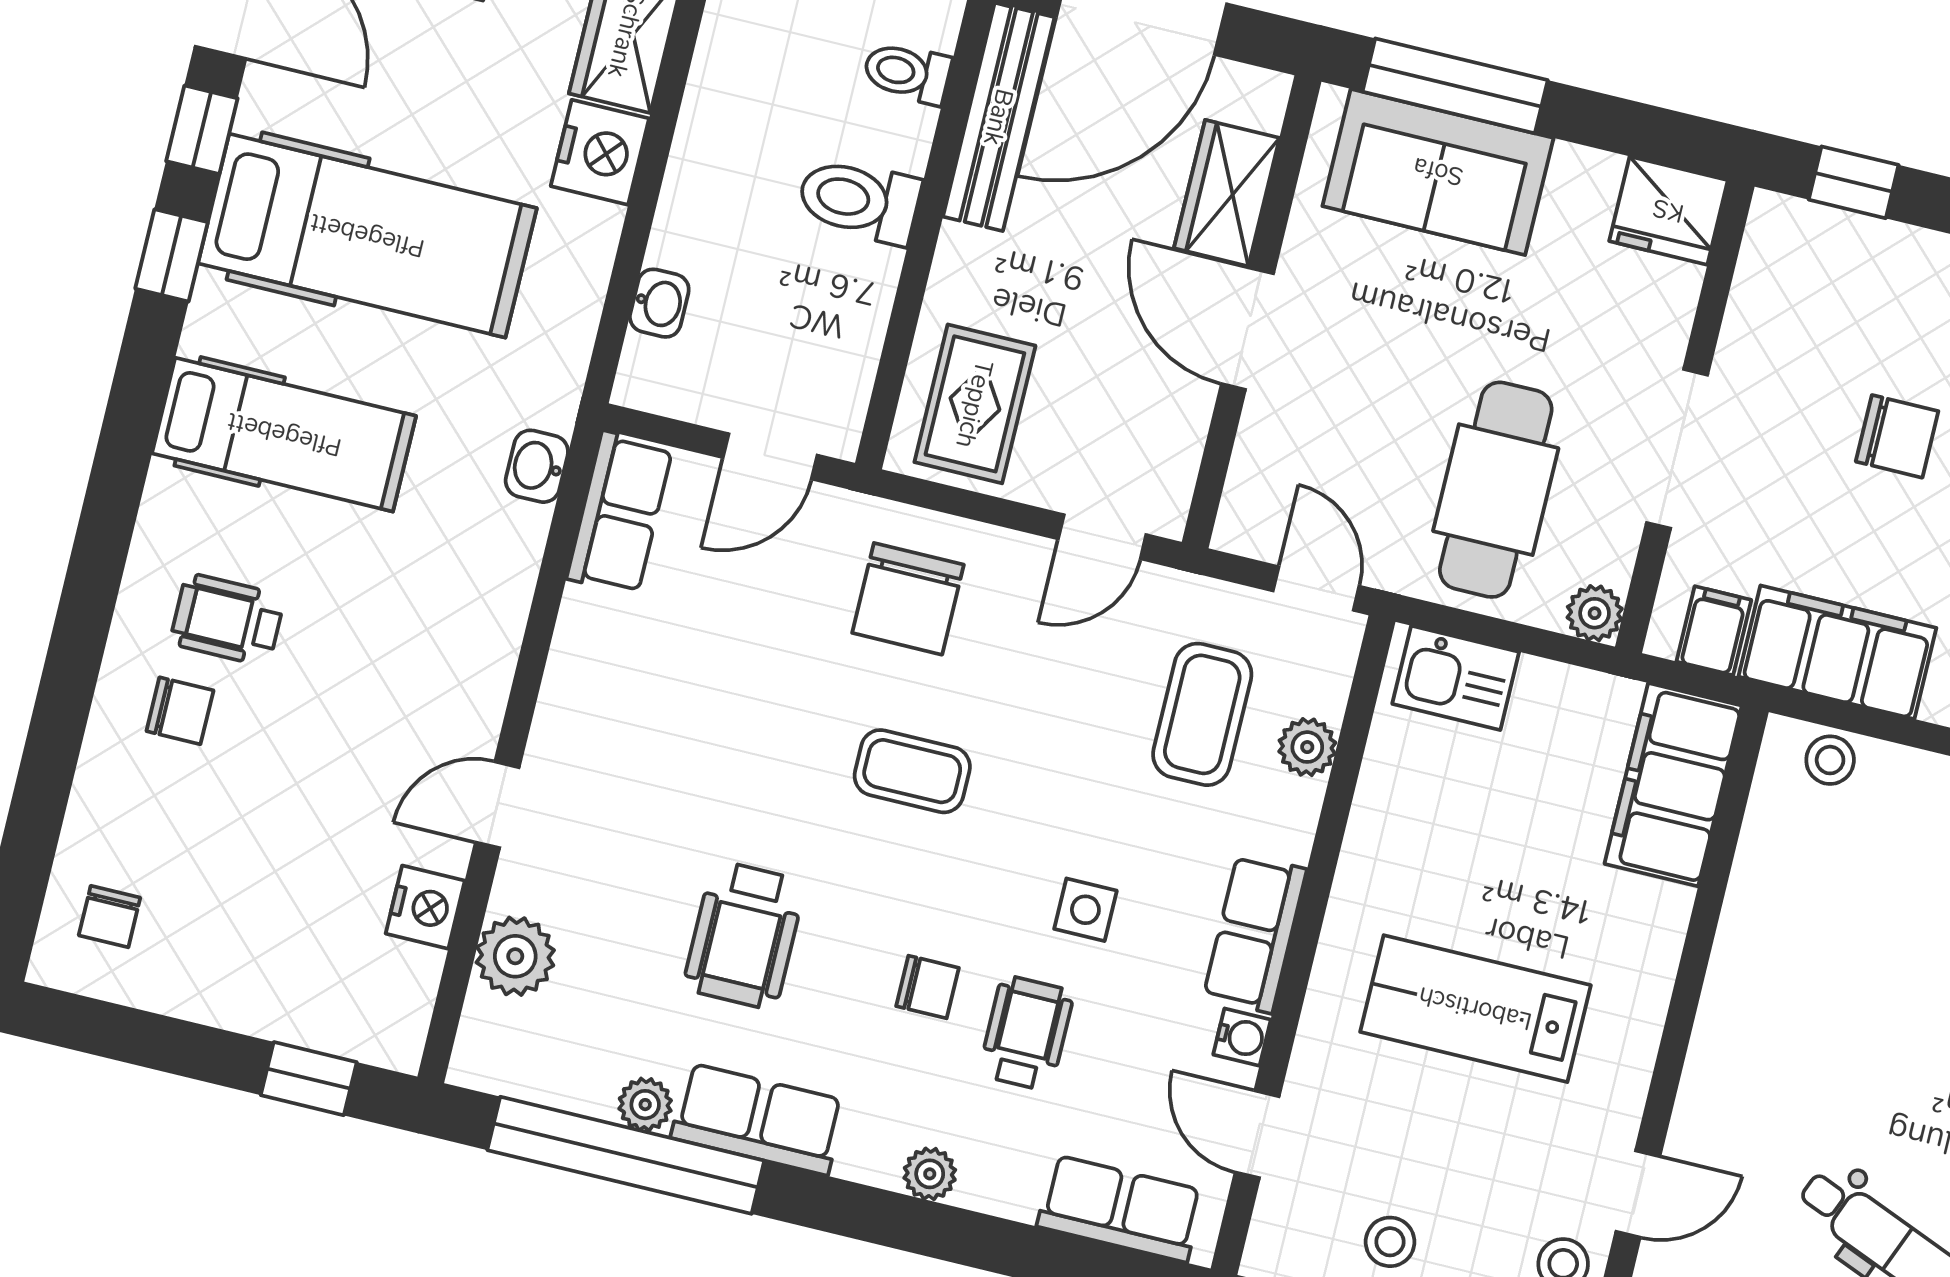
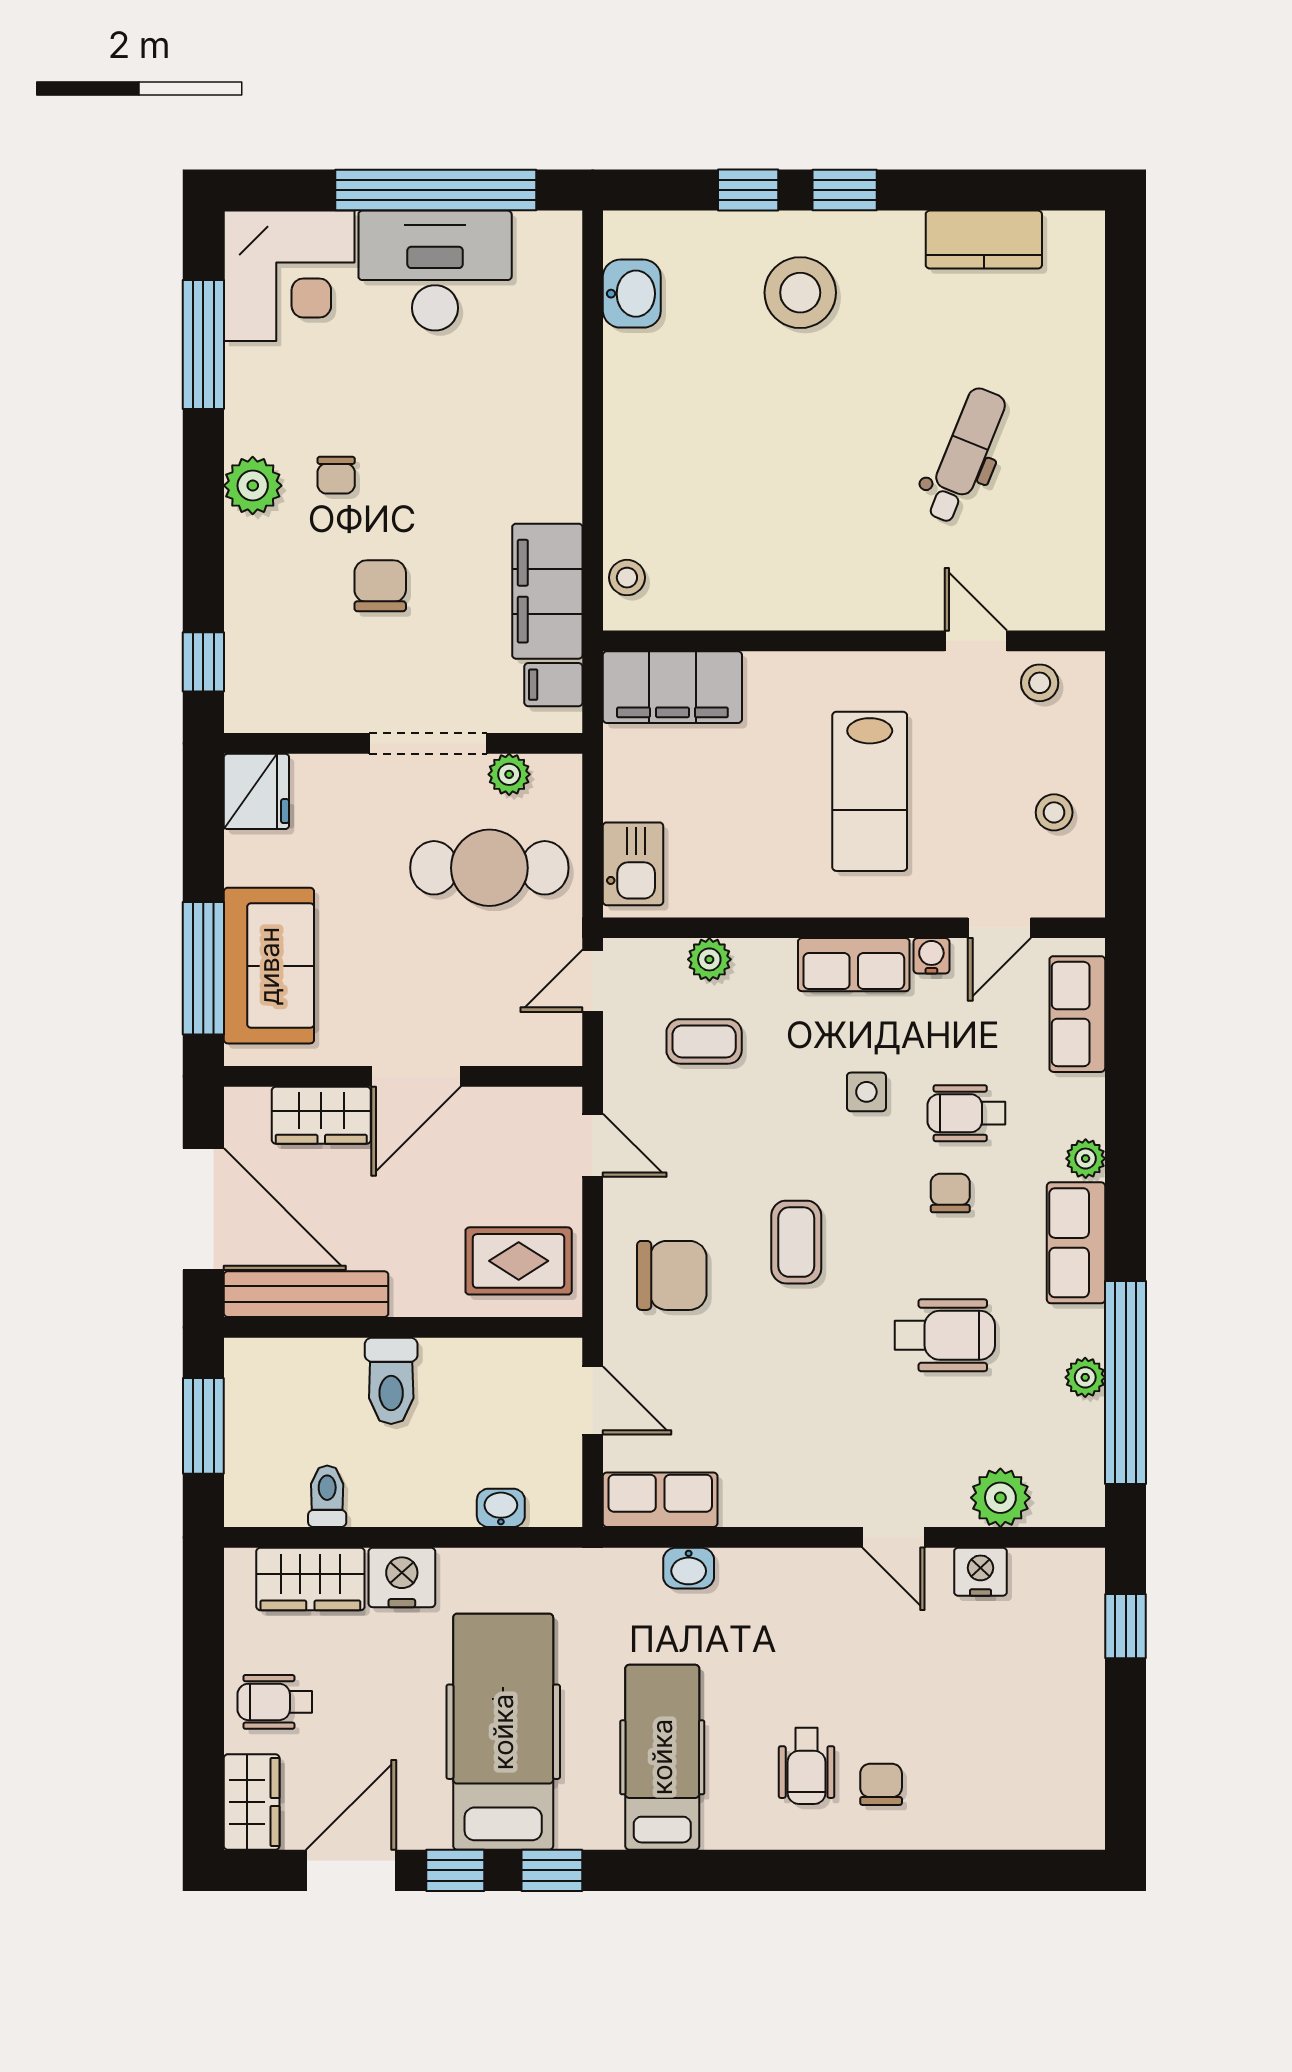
toilet: (907, 73) -> (327, 1496), moved, turned 180
washbasin: (537, 466) -> (689, 1568), moved
plant: (1595, 613) -> (509, 774), moved
coffee table: (1202, 714) -> (704, 1041), width x0.73, depth x0.77
chair: (110, 917) -> (1043, 1799), removed
row of seats: (758, 1119) -> (1076, 1243), moved

